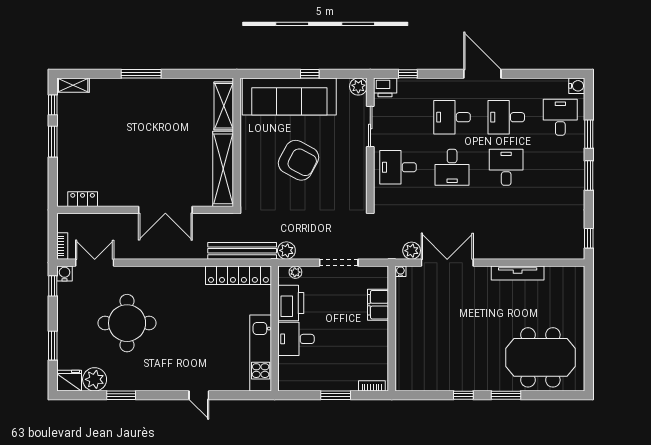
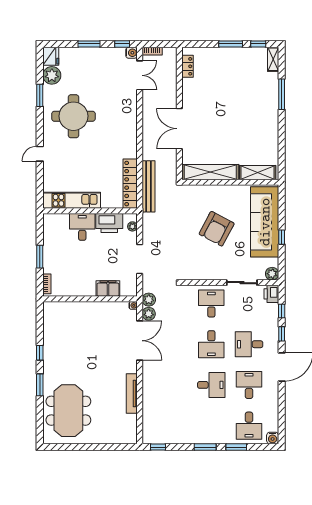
window: (141, 74) -> (282, 94), moved
window: (438, 74) -> (282, 334), added
desk: (452, 117) -> (249, 344), turned -90
desk: (560, 117) -> (249, 426), turned 90
desk: (452, 167) -> (211, 344), turned -90
plant: (286, 250) -> (149, 300), moved
round table: (127, 323) -> (73, 116), moved
window: (53, 346) -> (89, 44), moved

